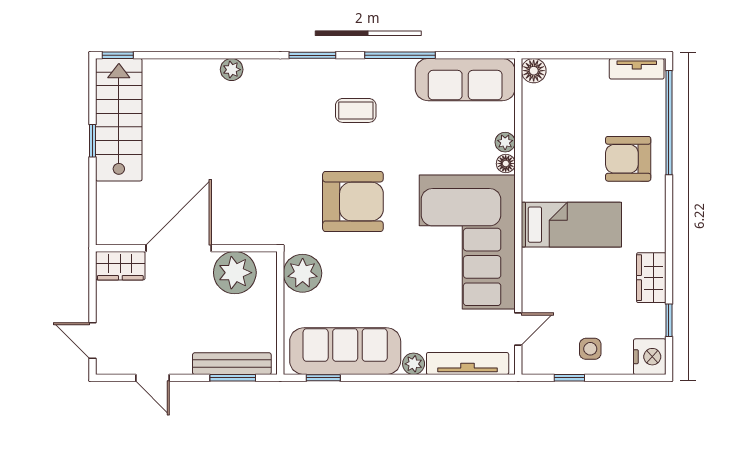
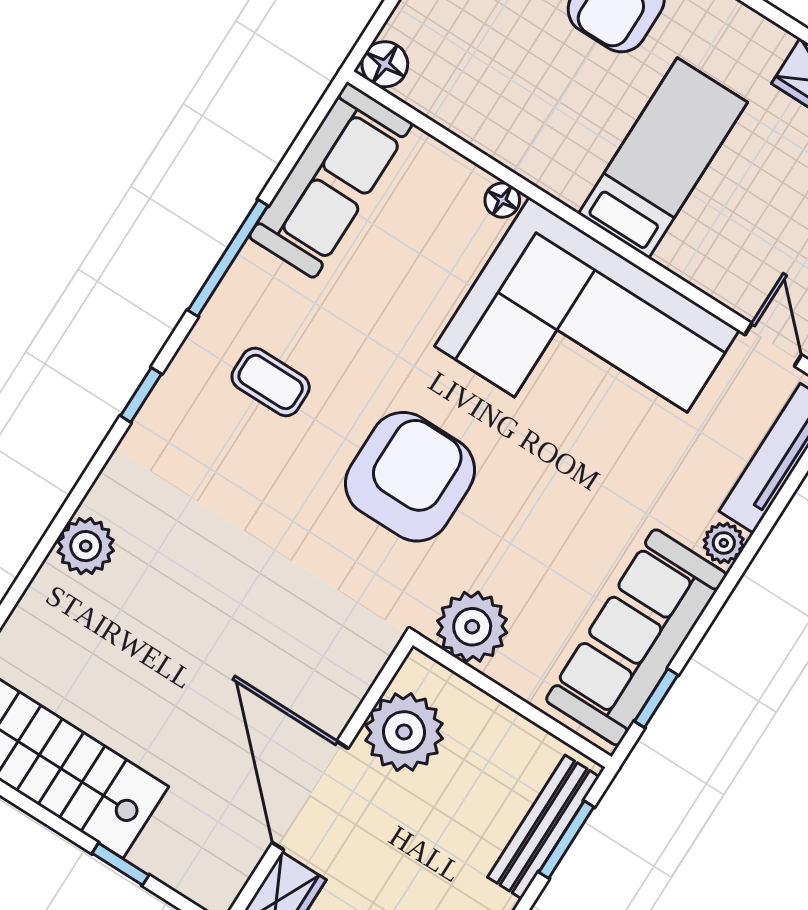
window: (312, 55) -> (141, 395), width x0.67
plant: (232, 70) -> (86, 546), width x1.38, depth x1.38
coffee table: (356, 110) -> (271, 382), turned 90
window: (92, 141) -> (120, 864), moved
plant: (505, 142) -> (468, 180), removed

